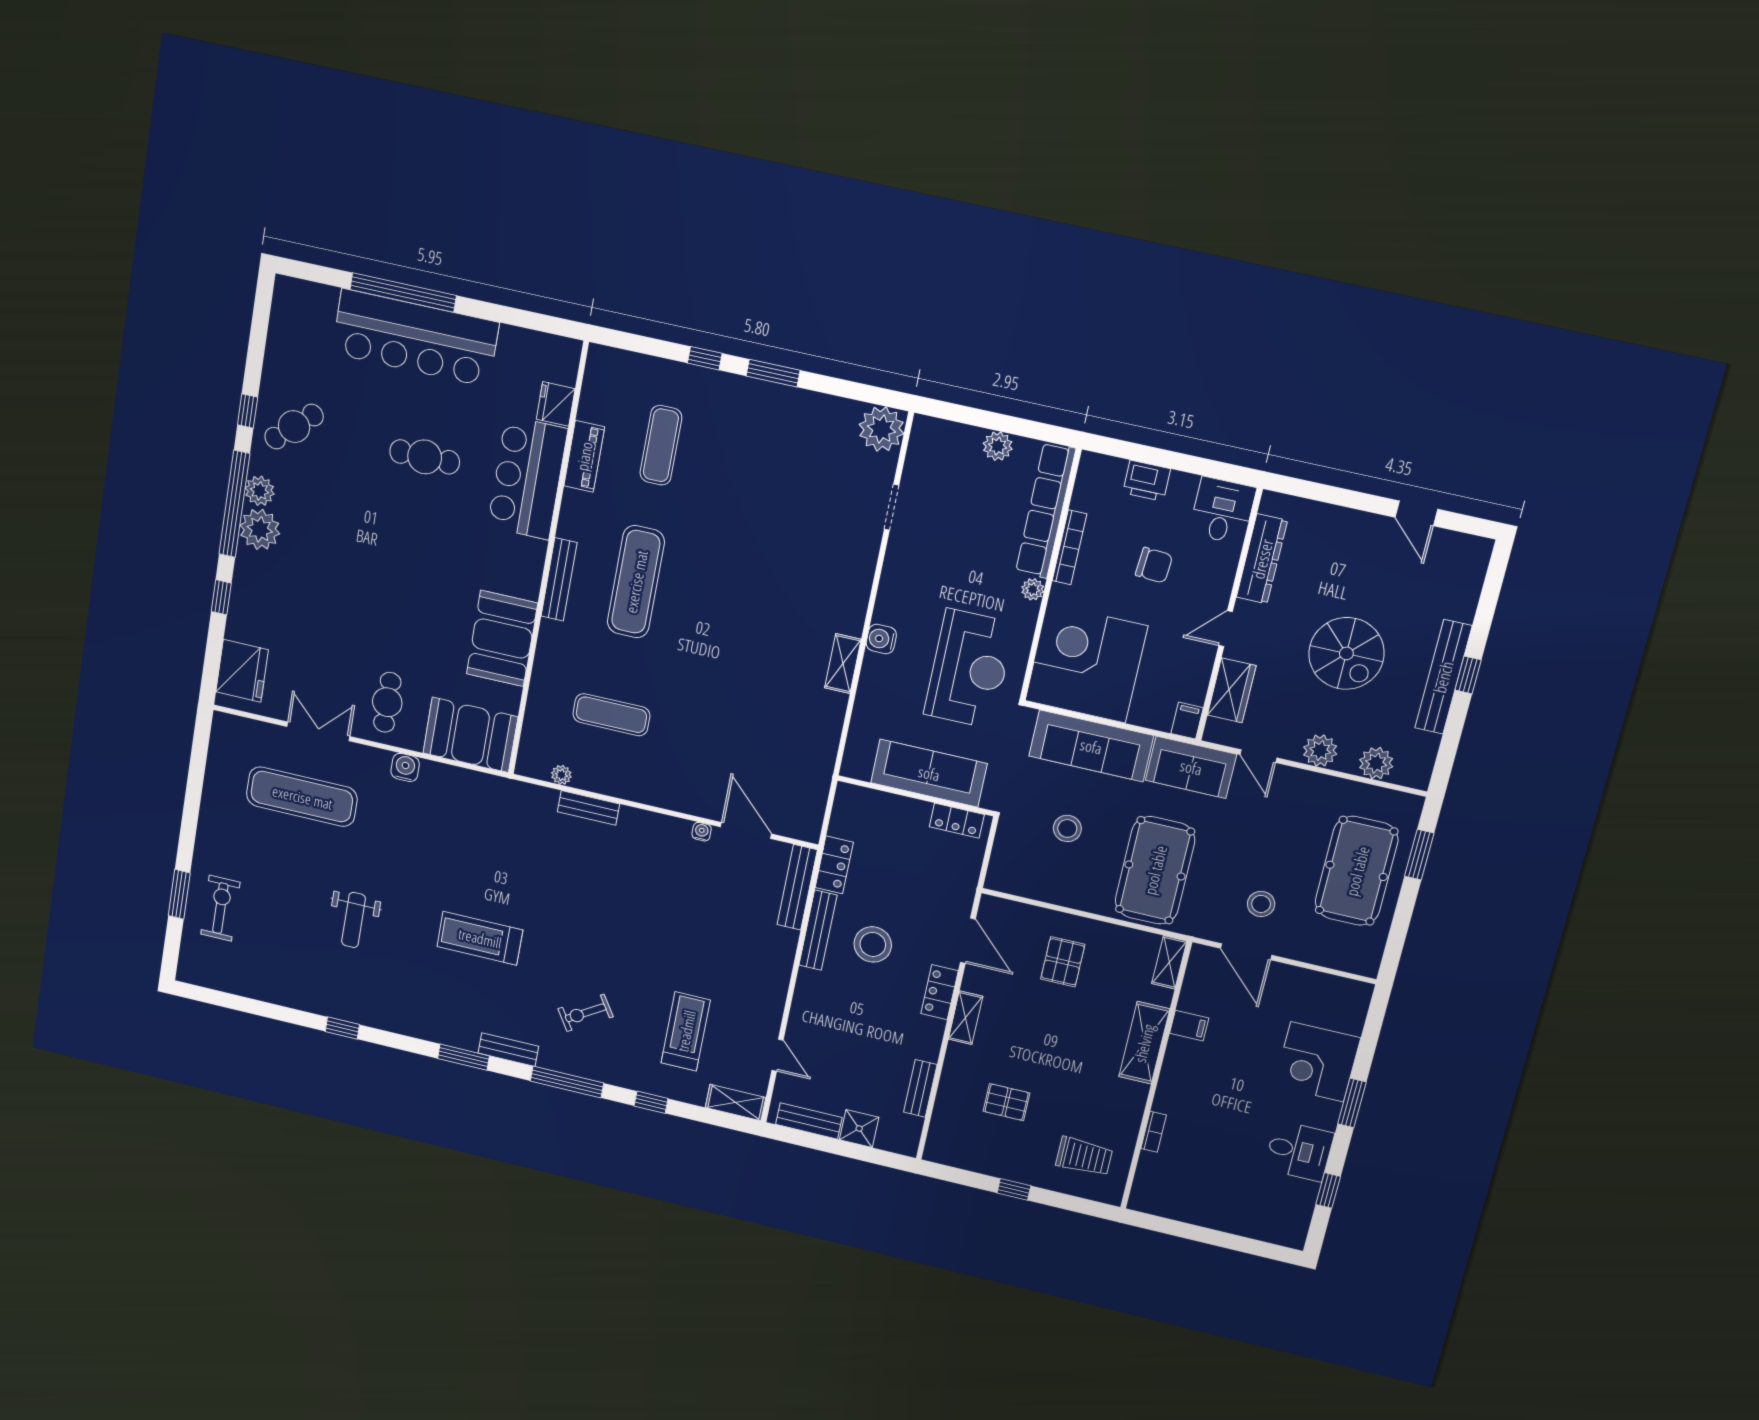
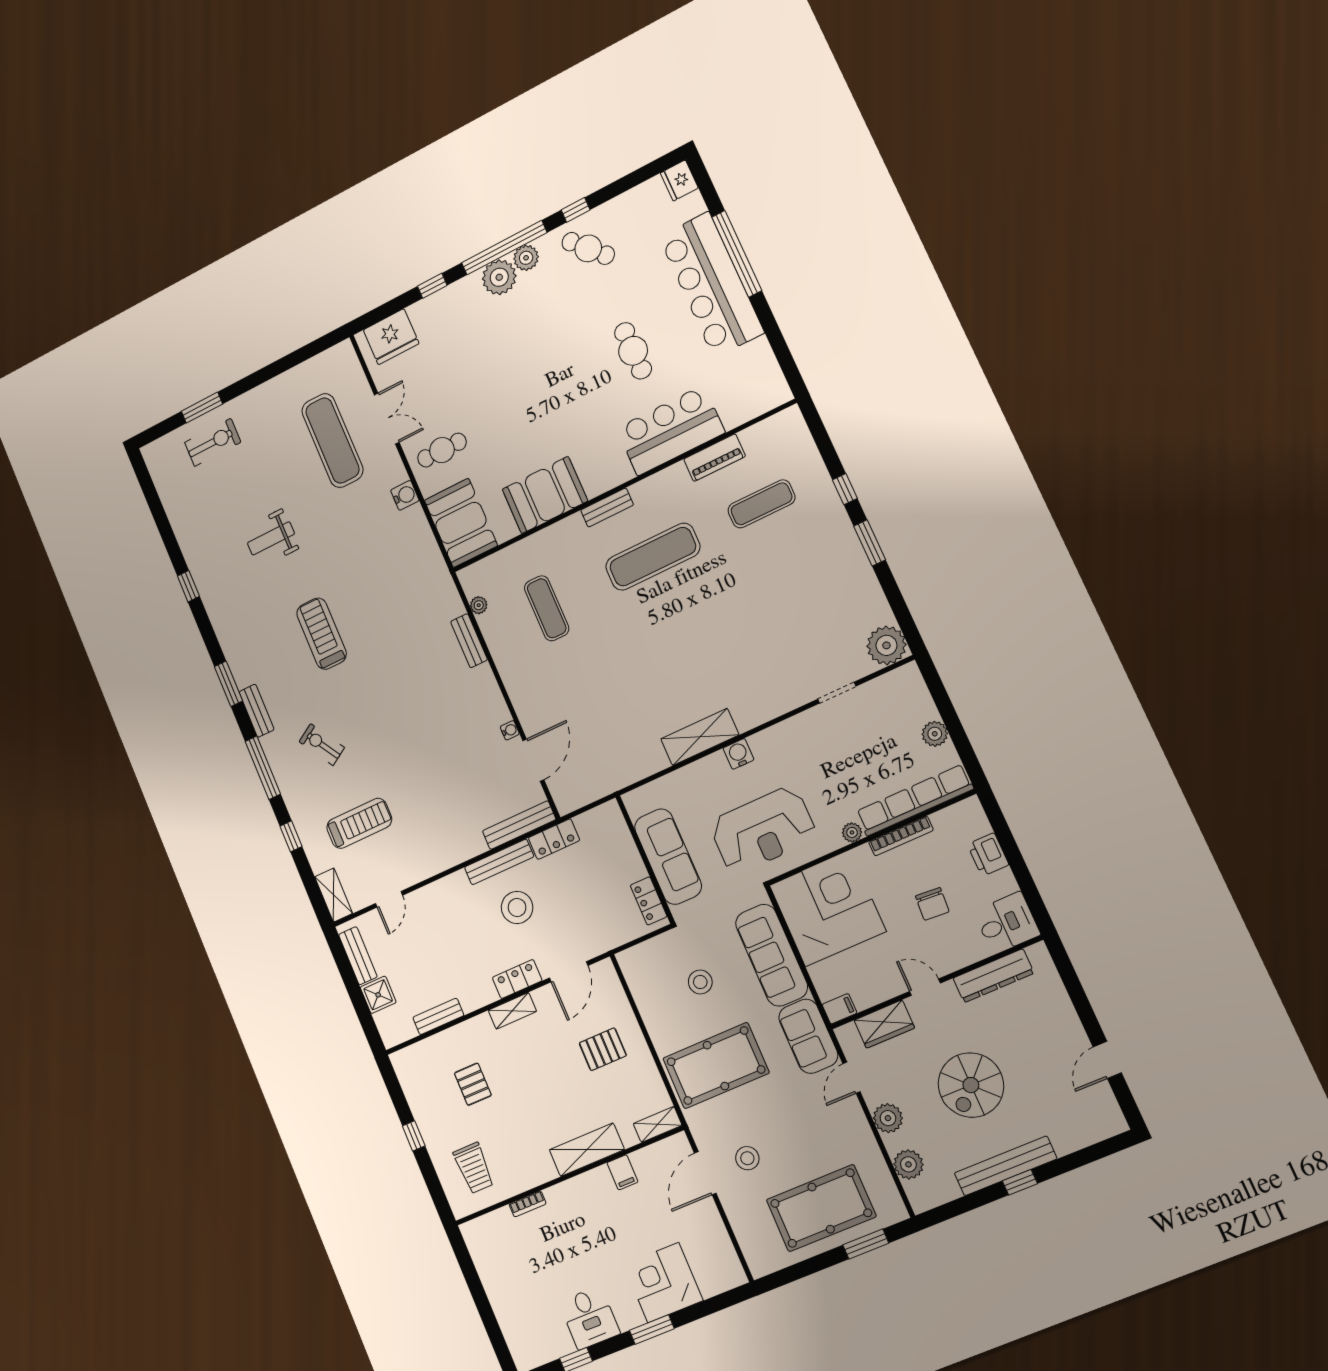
fridge: (556, 404) -> (679, 180), moved, turned -90
bench: (559, 579) -> (607, 508), width x0.73
shelving: (843, 664) -> (700, 737), width x1.50, depth x1.33

